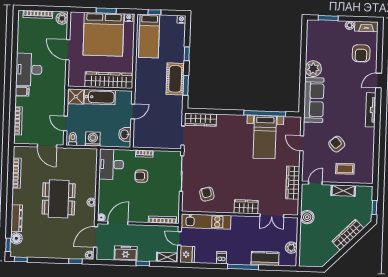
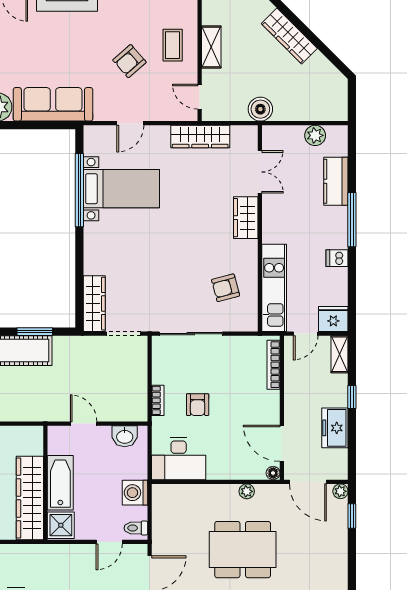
wardrobe: (109, 80) -> (30, 498), moved

